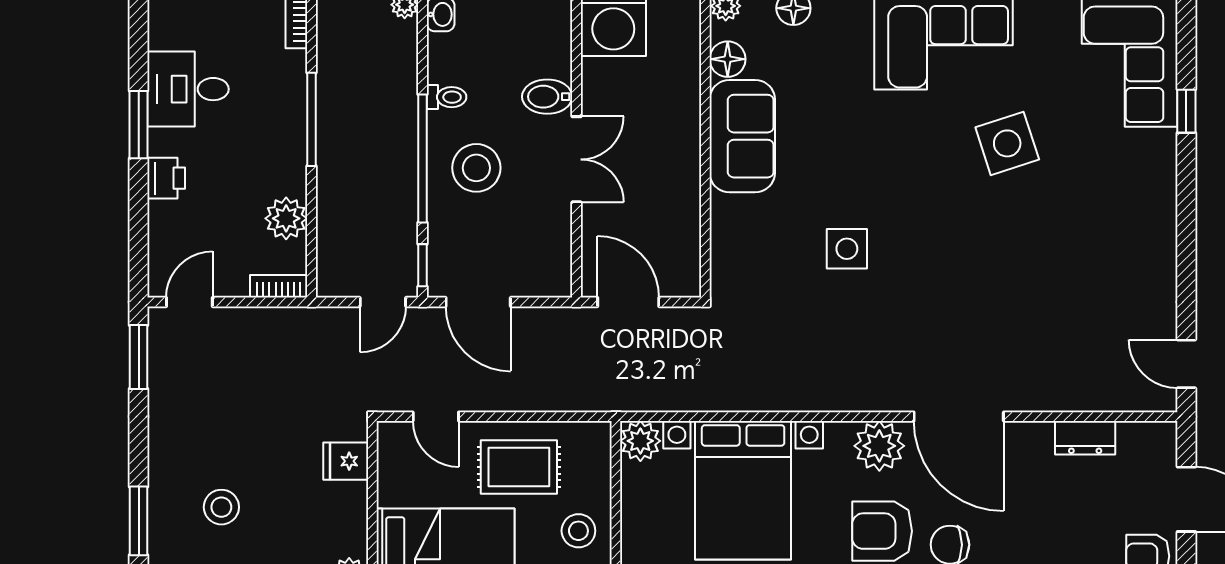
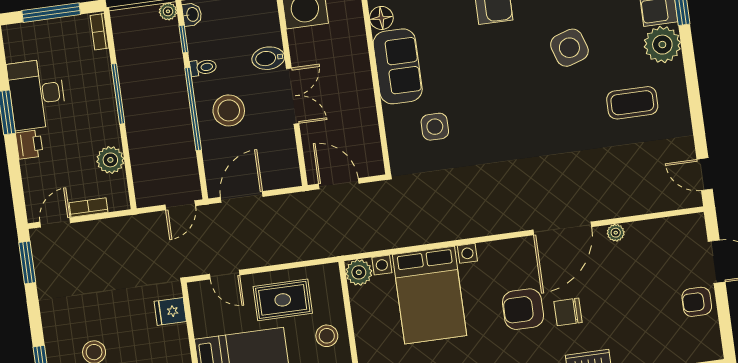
desk: (188, 89) -> (37, 94), width x1.37
plant: (1149, 158) -> (662, 45), added
coffee table: (1091, 240) -> (632, 103), added
side table: (847, 249) -> (435, 127), moved
window: (423, 265) -> (184, 39), moved
bookcase: (279, 286) -> (88, 208), moved
door: (478, 302) -> (242, 197), swing flipped
door: (959, 417) -> (562, 228), hinge flipped
dresser: (1085, 438) -> (646, 231), removed
plant: (879, 446) -> (616, 233), moved, width x0.53, depth x0.53

